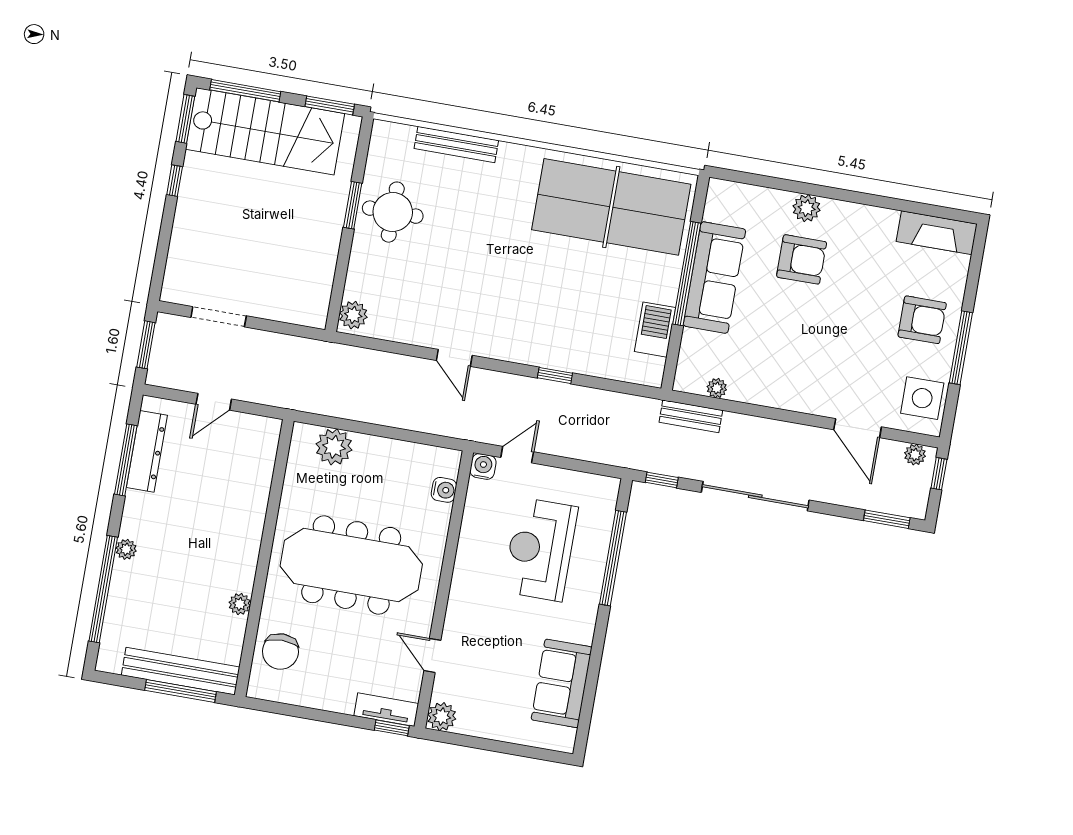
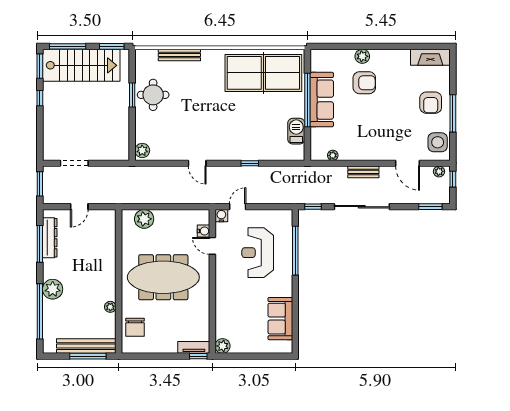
armchair: (922, 320) -> (431, 103), turned 90
bench: (691, 416) -> (363, 172), moved
plant: (126, 549) -> (53, 289), width x1.87, depth x1.87
door: (432, 656) -> (212, 246), moved

